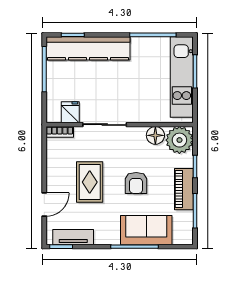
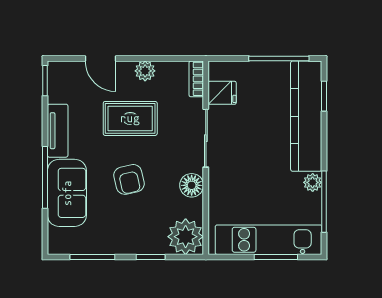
plant: (138, 44) -> (313, 182), added
floor lamp: (155, 135) -> (192, 185), moved
plant: (54, 171) -> (145, 71), added
armchair: (136, 183) -> (129, 179), turned -103
piano: (184, 189) -> (121, 243), removed
tv unit: (73, 237) -> (58, 131), moved

